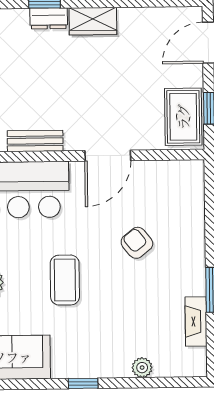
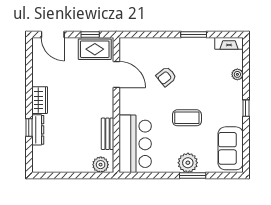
dresser: (49, 18) -> (38, 130), width x1.44
door: (108, 156) -> (116, 74), moved
fireplace: (196, 321) -> (229, 43), moved

